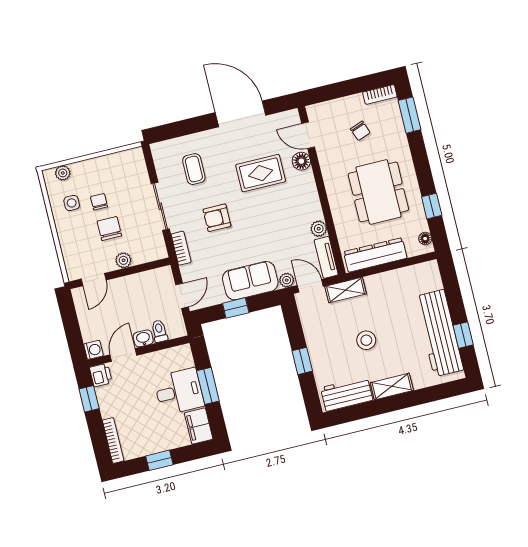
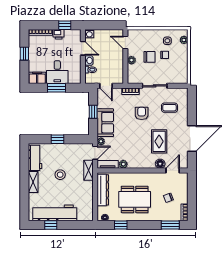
printer: (101, 375) -> (59, 34), moved

